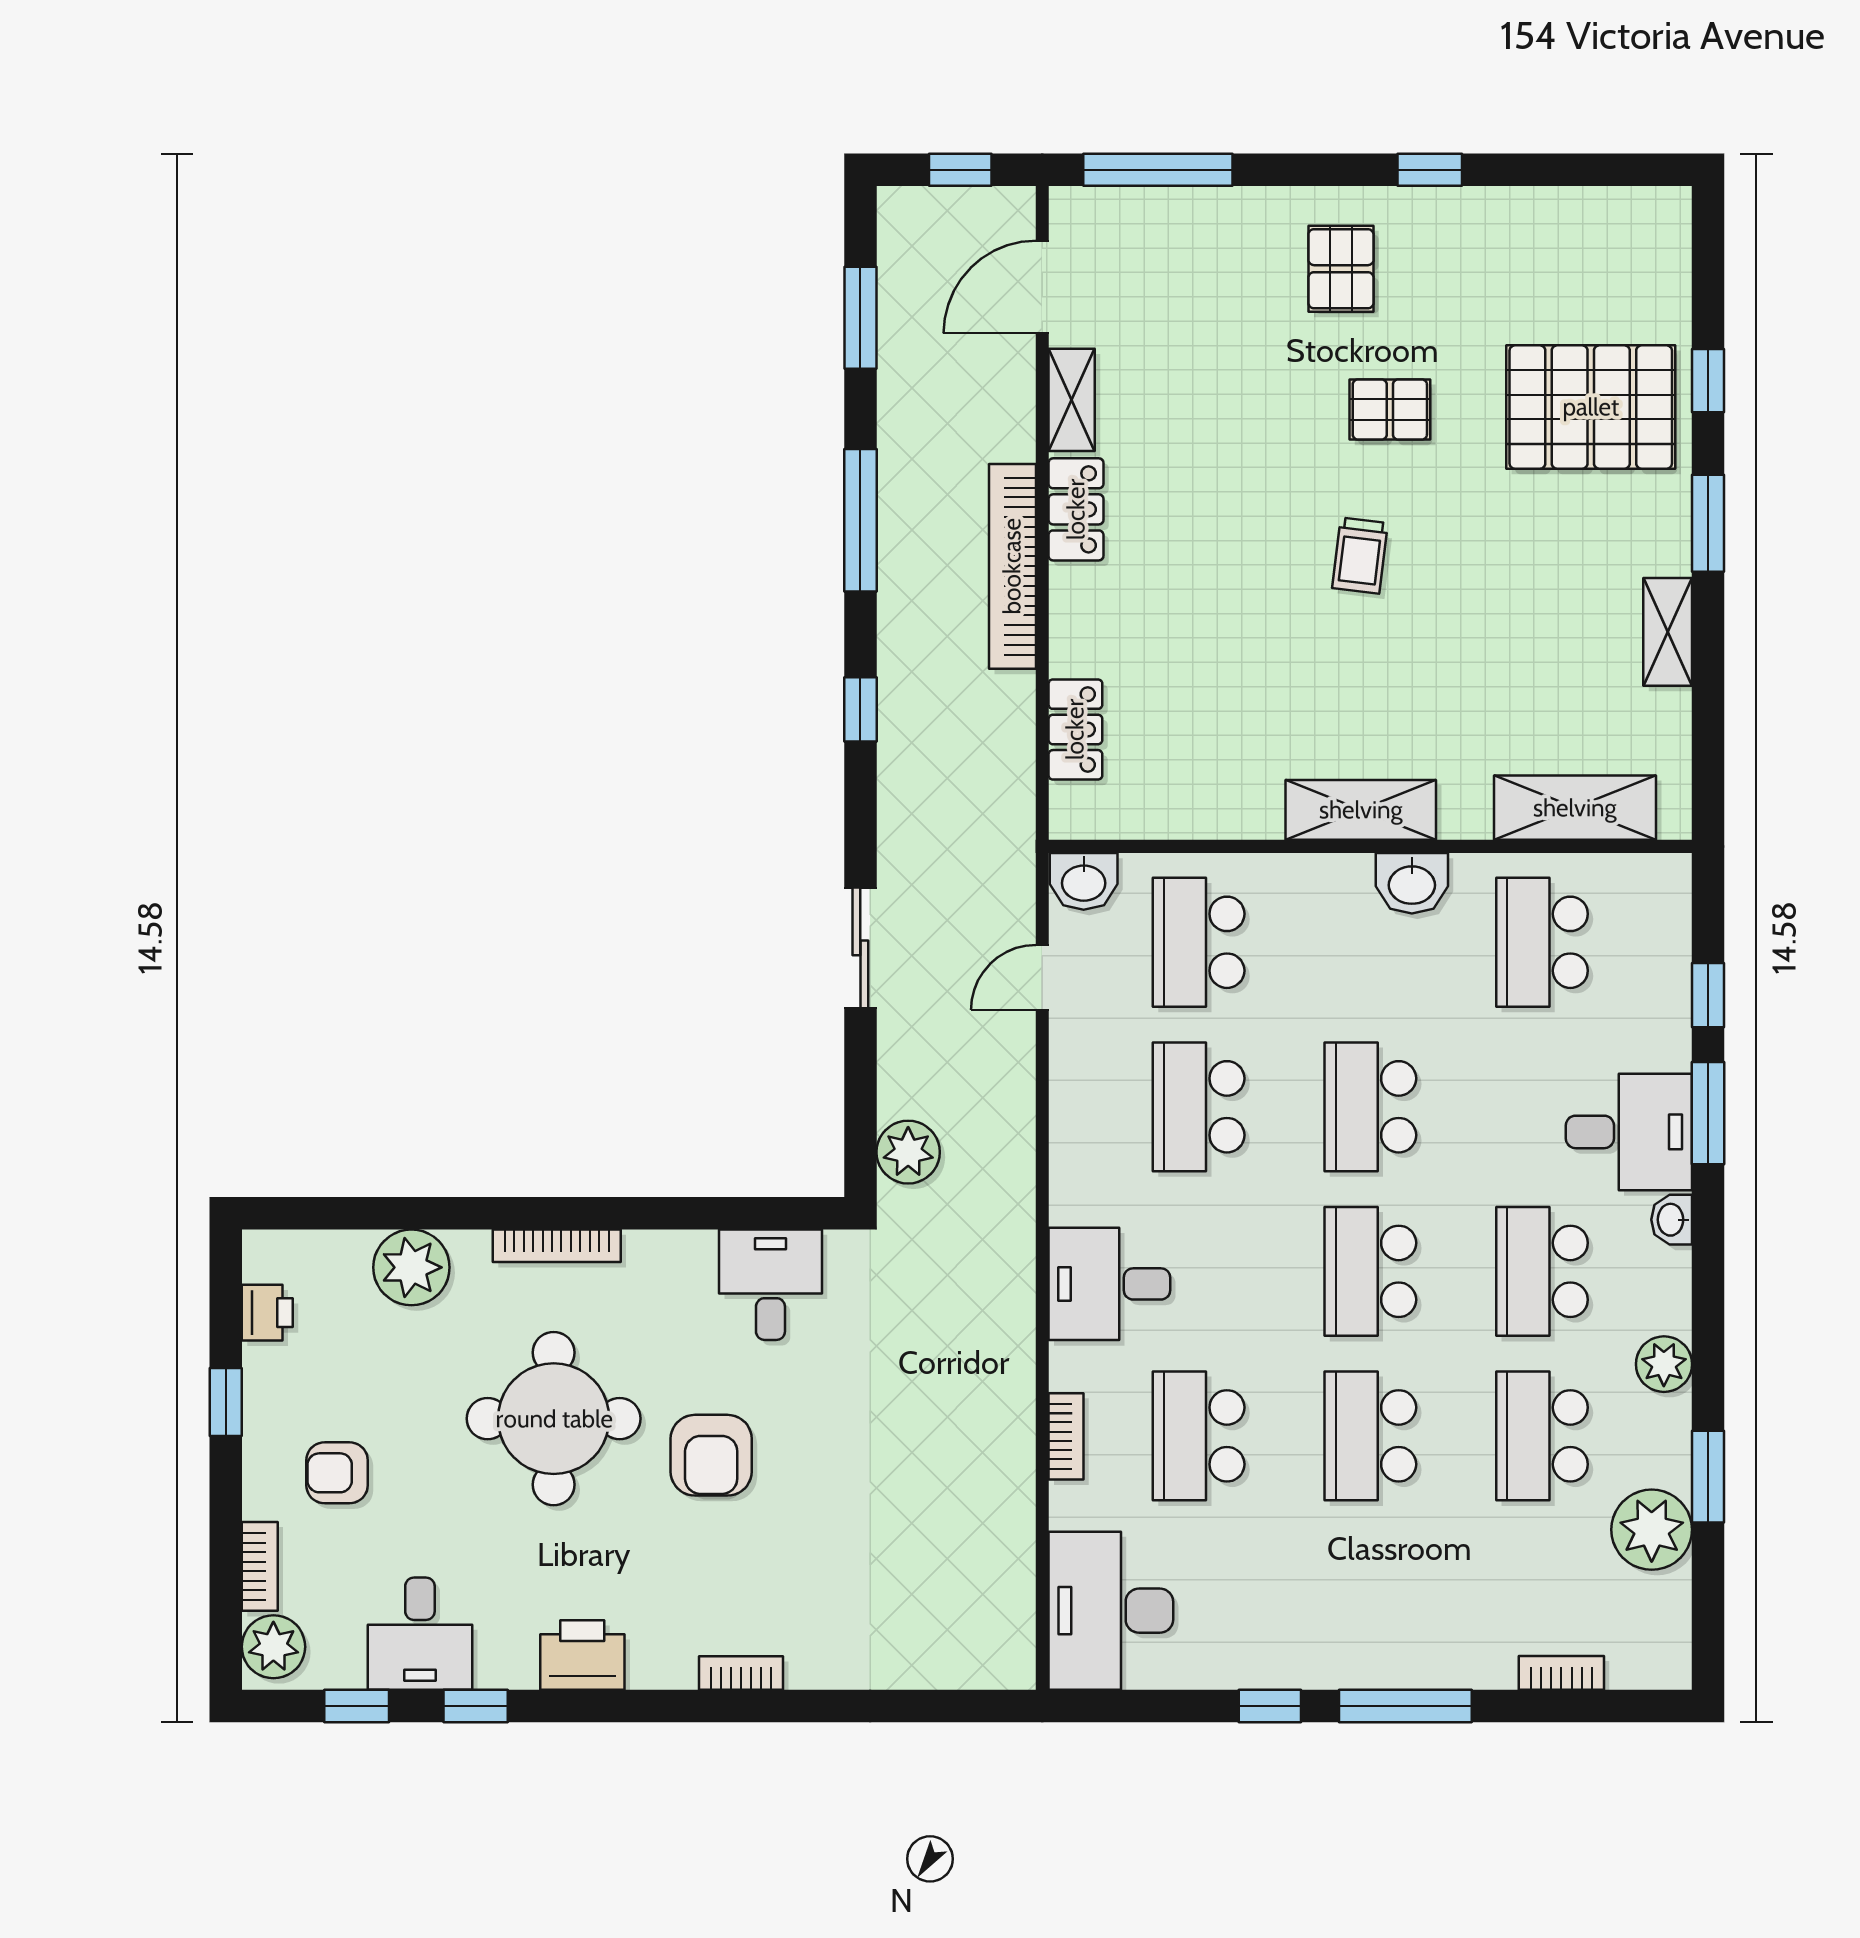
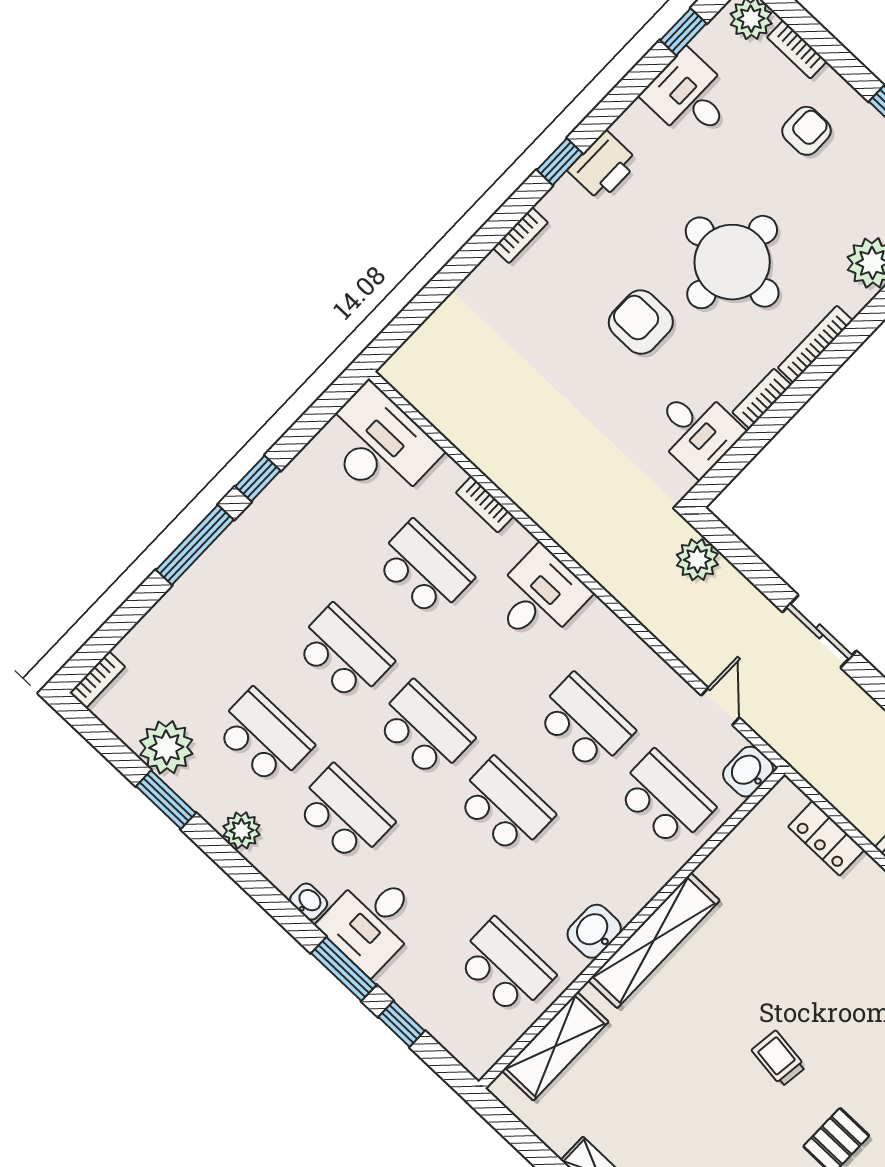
shelving: (1361, 810) -> (654, 940), width x1.47
bookcase: (670, 1247) -> (762, 399), added
bookcase: (1561, 1673) -> (97, 680), moved
window: (476, 1706) -> (560, 162), moved

